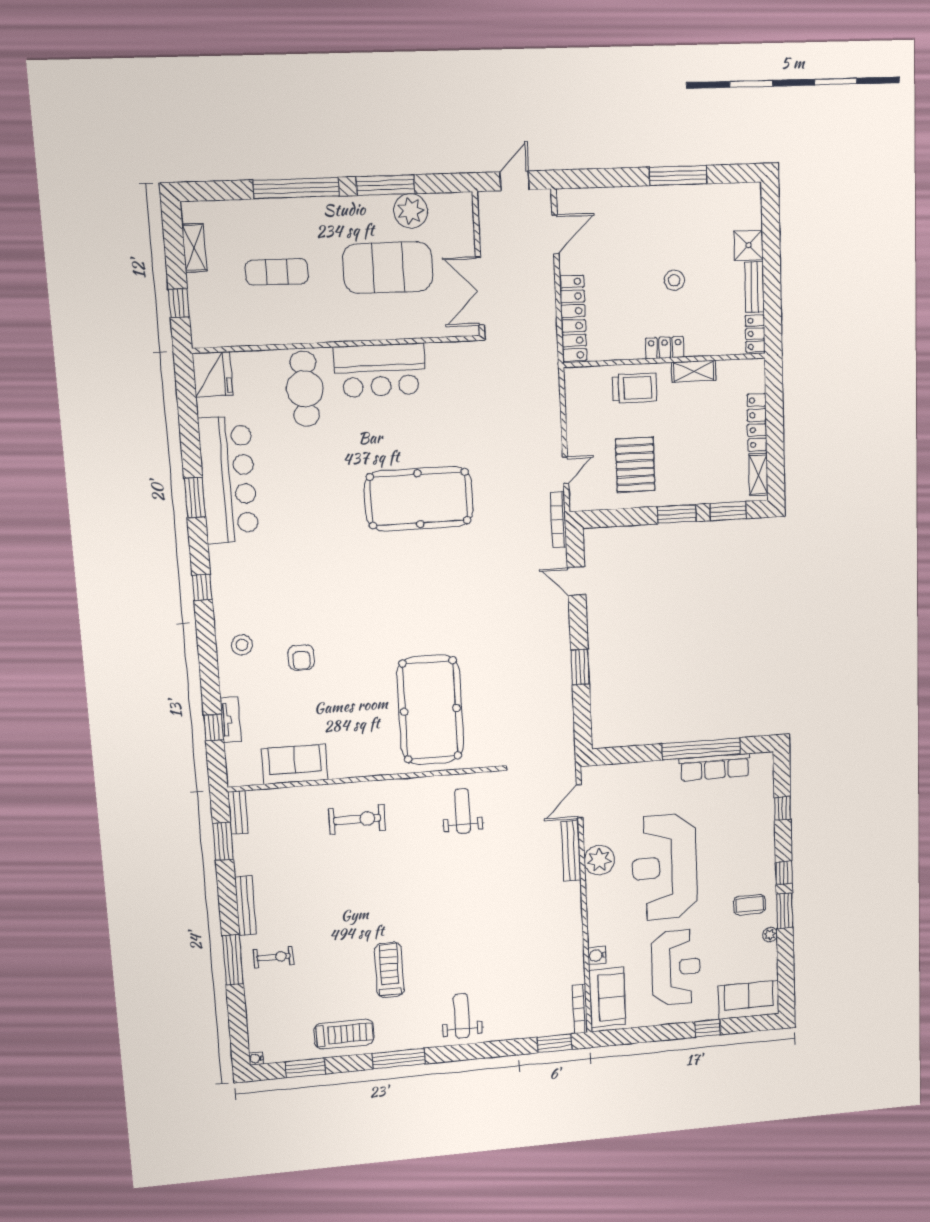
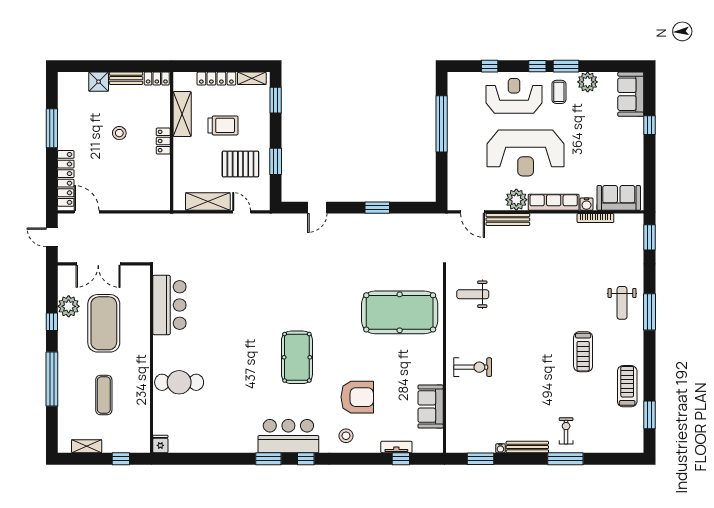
window: (385, 185) -> (52, 322), width x0.46
double door: (480, 291) -> (98, 264), moved
locker: (573, 318) -> (66, 178), moved, turned 90
bar counter: (380, 370) -> (169, 305), moved
shelving: (694, 371) -> (182, 114), width x1.50, depth x1.33
fridge: (212, 374) -> (160, 444), width x0.53, depth x0.75
trolley: (635, 388) -> (223, 125), moved, turned 90
shelving: (579, 419) -> (208, 202), added
bar counter: (228, 480) -> (288, 436), moved, width x0.73
window: (195, 498) -> (268, 459), moved
pool table: (419, 499) -> (297, 357), moved, width x0.73, depth x0.76
window: (677, 514) -> (276, 161), moved
bookcase: (558, 520) -> (275, 218), removed
armchair: (301, 657) -> (357, 397), width x1.88, depth x1.88
row of seats: (715, 767) -> (554, 202), moved, turned -90
bench: (238, 812) -> (461, 447), removed
exercise bike: (357, 819) -> (473, 367), turned 90
plant: (770, 935) -> (588, 82), width x1.87, depth x1.87
reception desk: (676, 967) -> (514, 96), moved
treadmill: (389, 970) -> (583, 352), turned -90
bookcase: (580, 1009) -> (595, 218), moved
weight bench: (462, 1016) -> (622, 303), turned -90
water cooler: (256, 1059) -> (500, 448), moved
window: (399, 1059) -> (649, 312), moved

